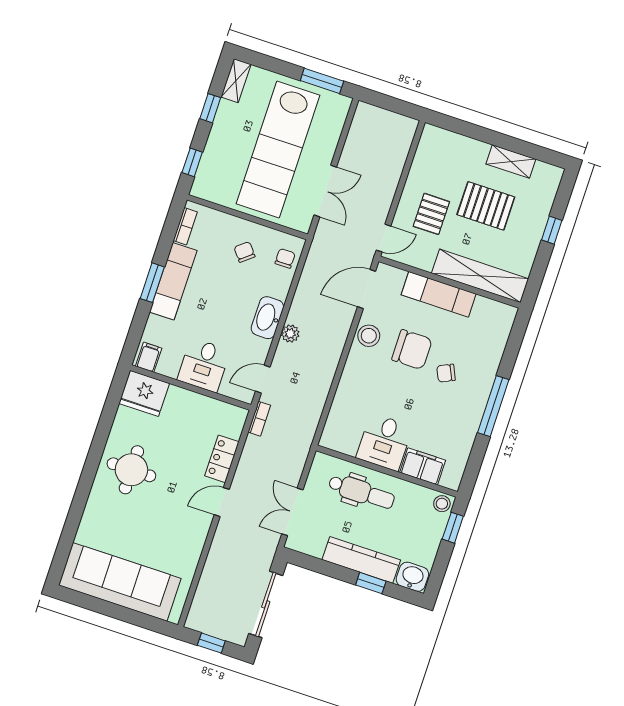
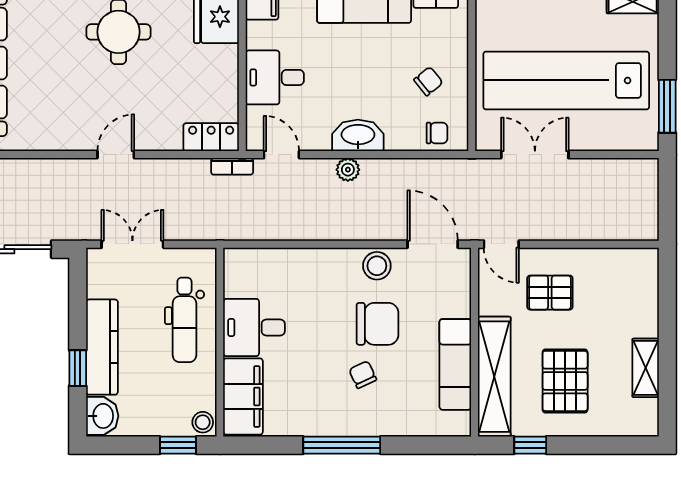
double door: (325, 191) -> (535, 155), swing flipped
pallet: (486, 206) -> (565, 381), moved
window: (552, 230) -> (530, 445), moved
exam couch: (439, 294) -> (455, 364), moved
chair: (412, 350) -> (377, 324), turned -90
locker: (222, 459) -> (211, 137), moved
filing cabinet: (423, 466) -> (243, 396), width x1.50, depth x1.17
door: (222, 502) -> (116, 155), hinge flipped

